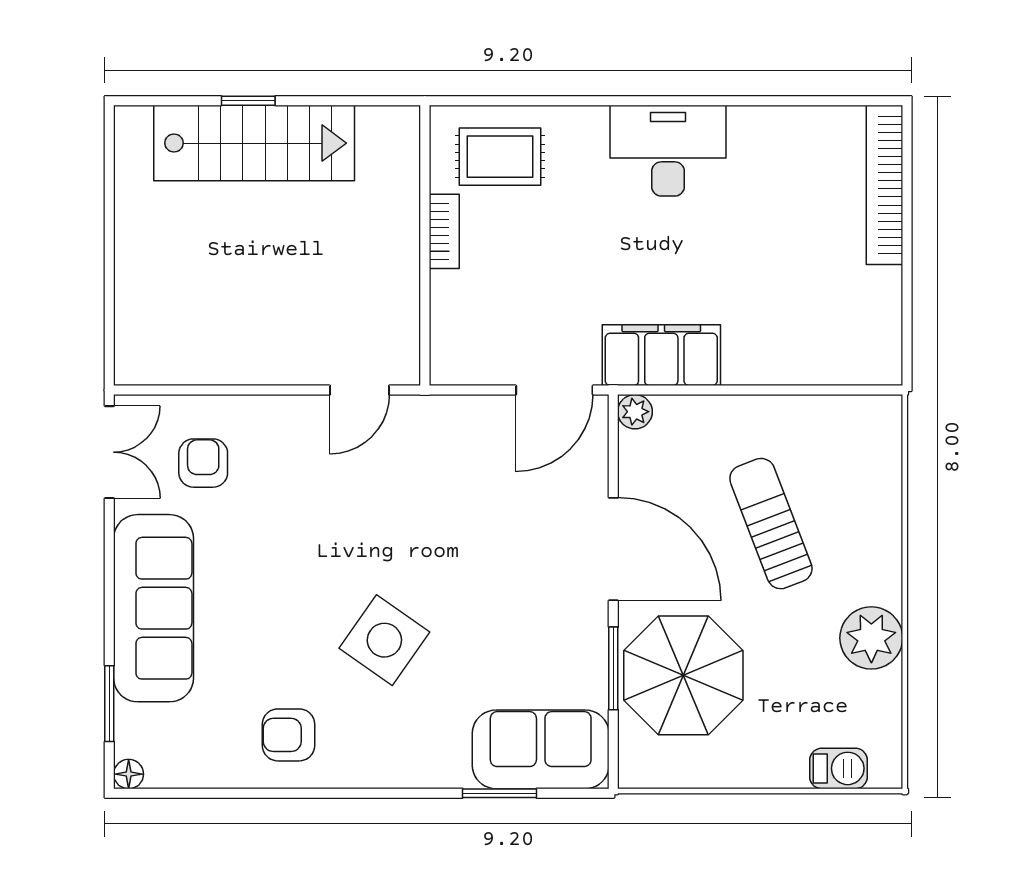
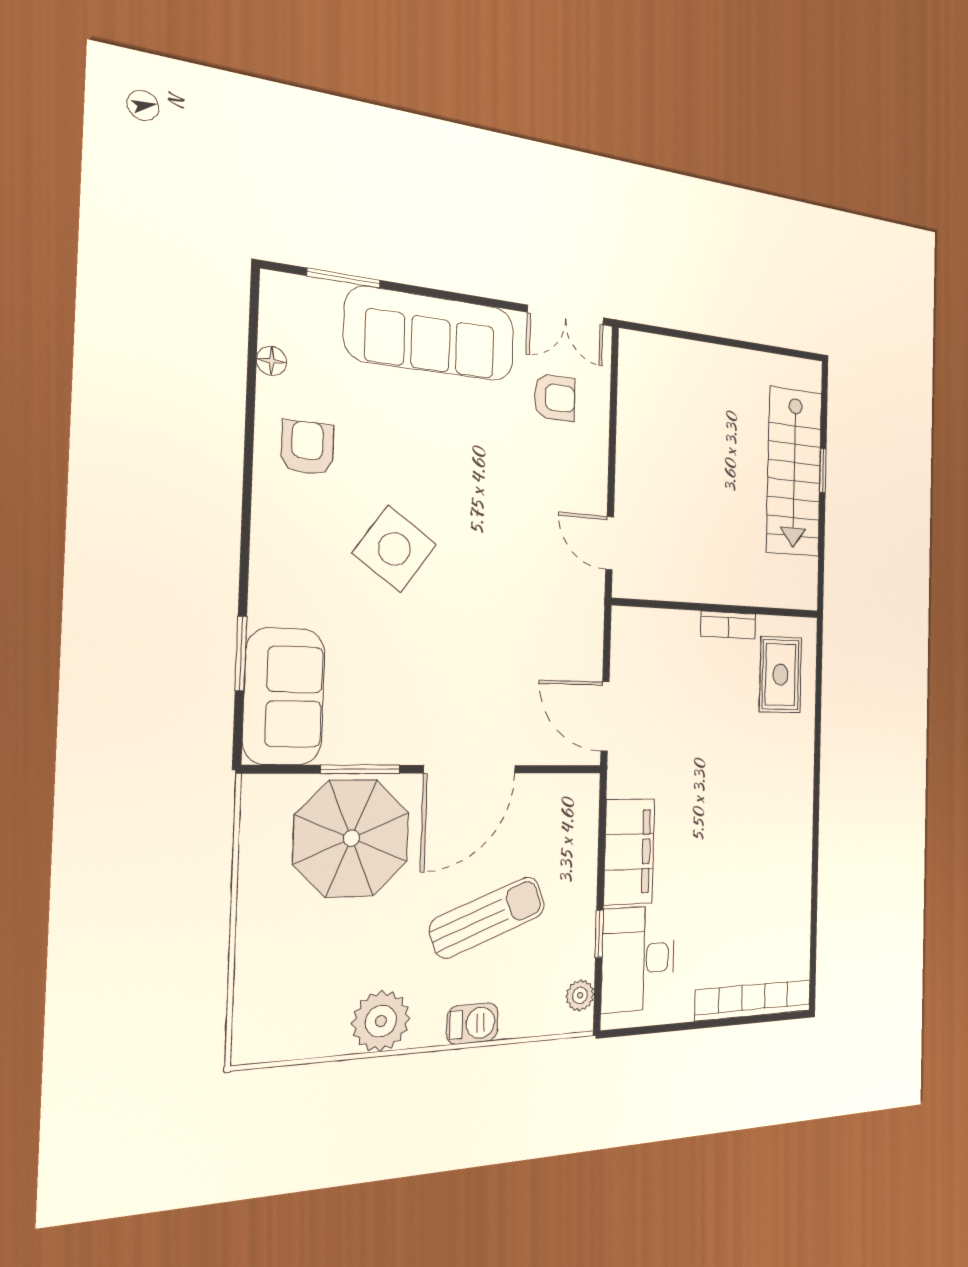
desk: (668, 151) -> (638, 959), moved, turned 180
filing cabinet: (661, 355) -> (629, 852), moved
window: (796, 390) -> (599, 934), added
plant: (635, 412) -> (580, 995), moved
barbecue: (839, 768) -> (472, 1024), moved, turned -90
floor lamp: (129, 774) -> (271, 361), moved

